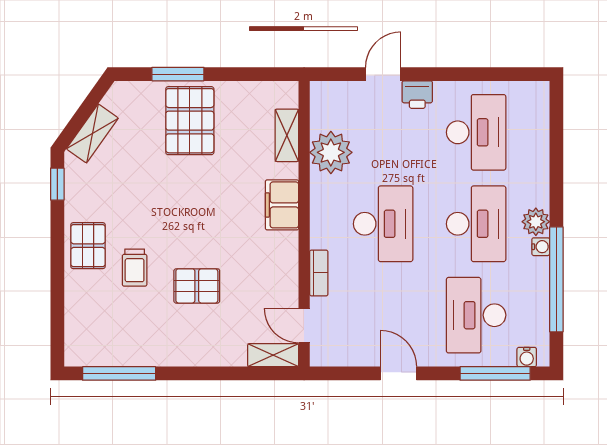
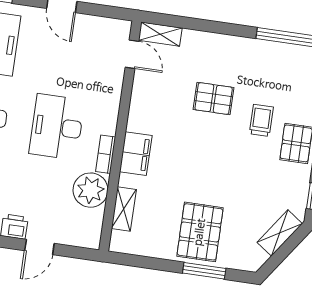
bookcase: (319, 273) -> (106, 154), moved

